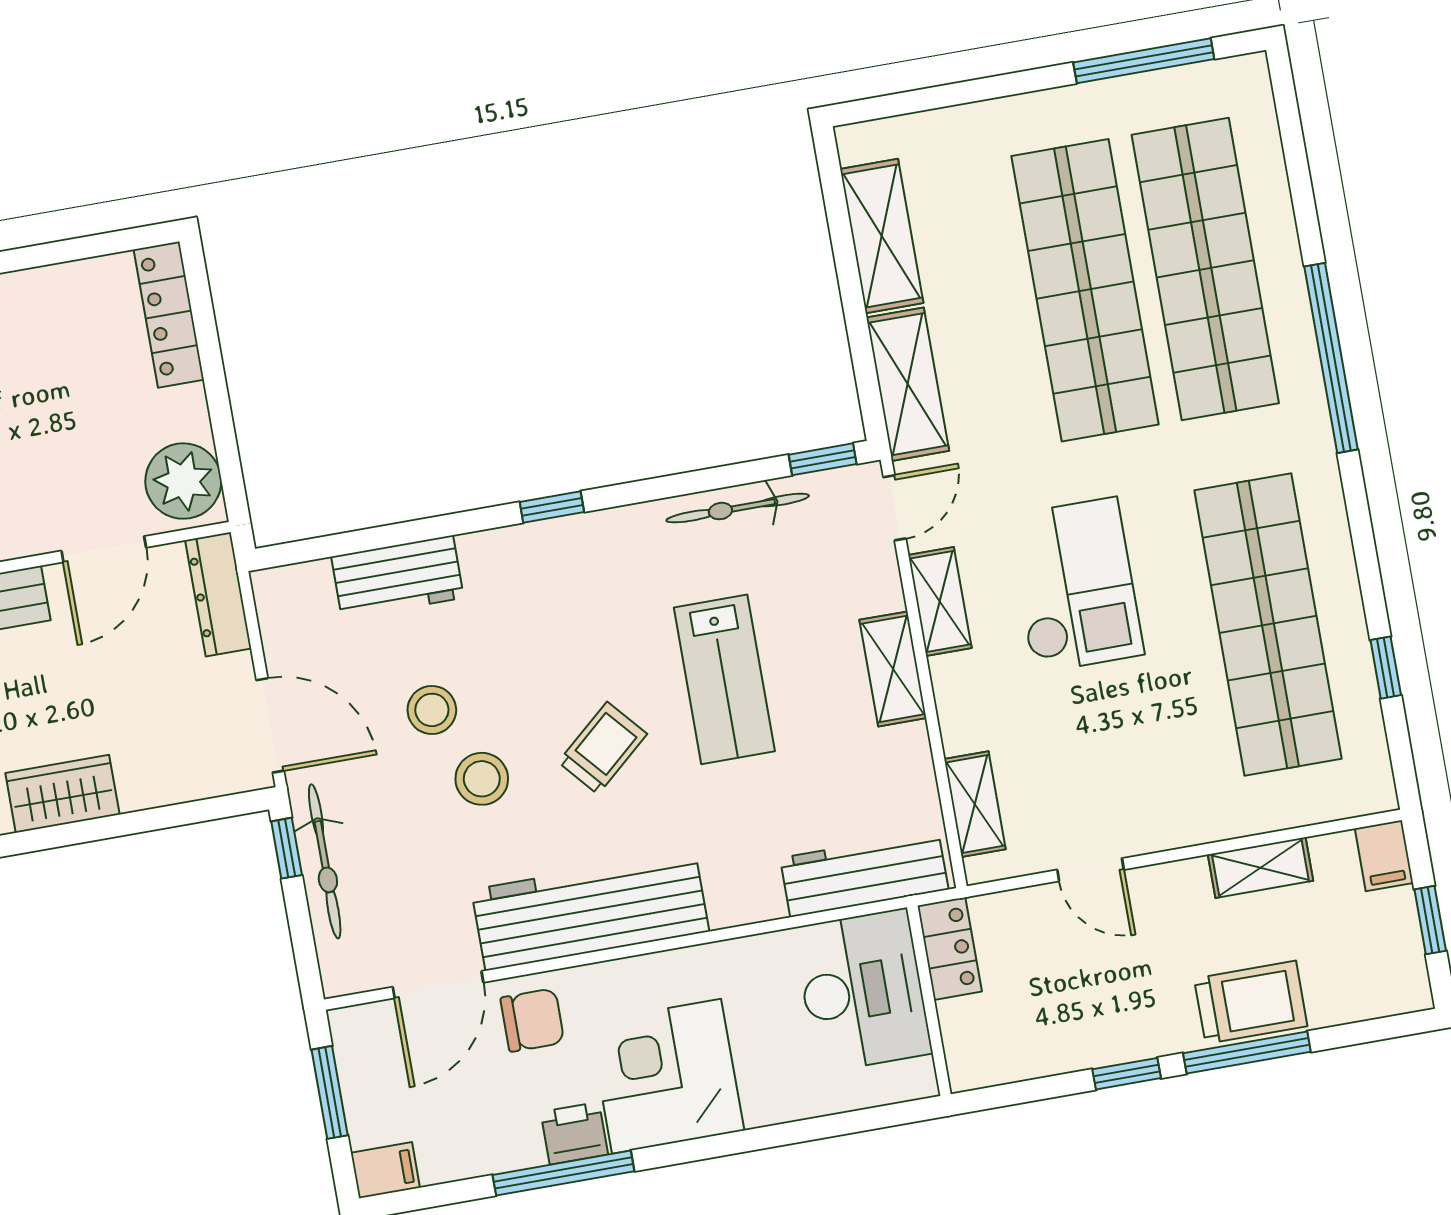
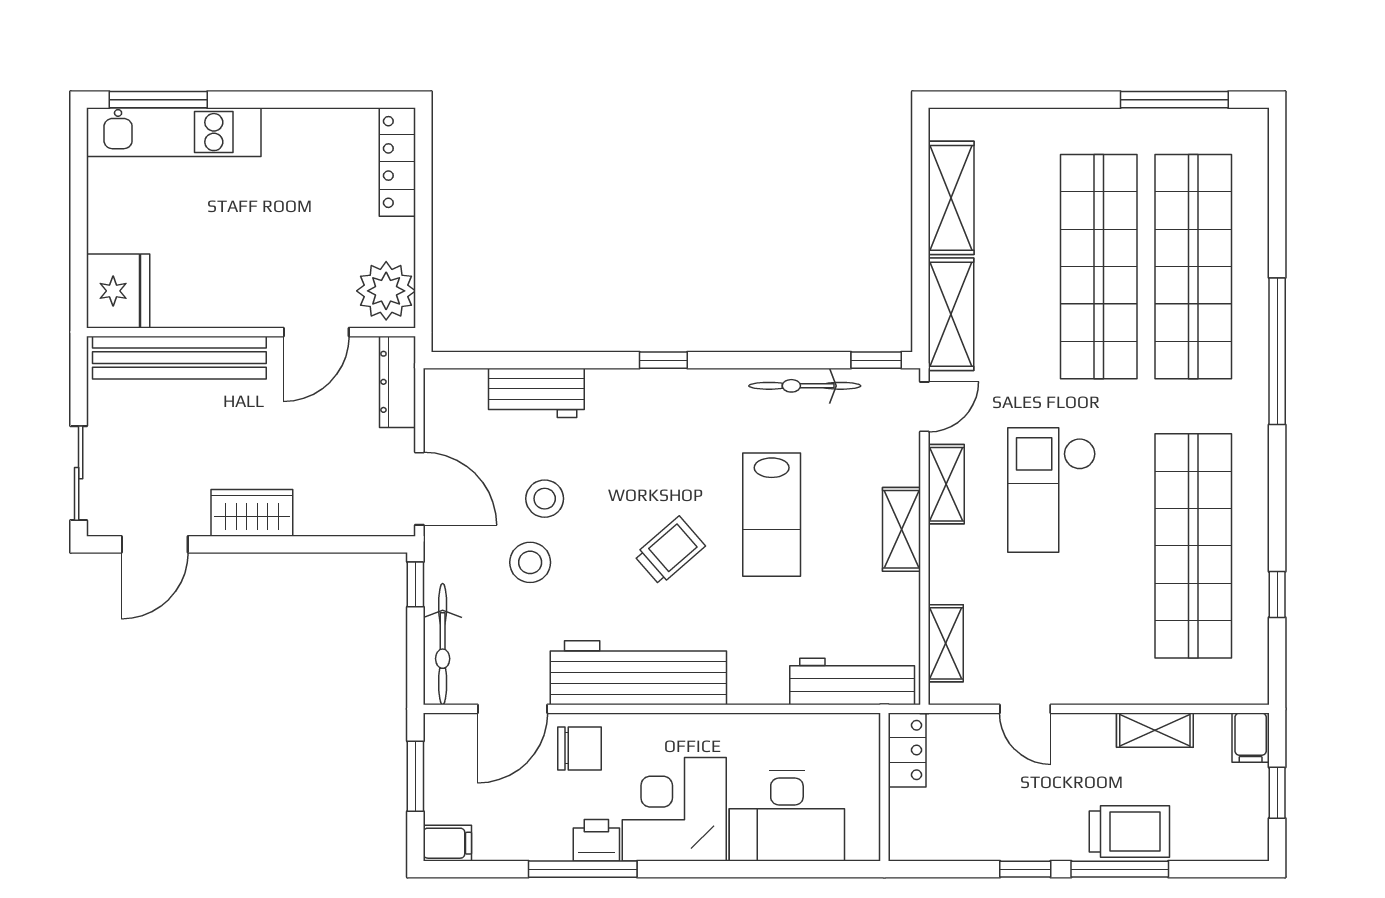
checkout: (1075, 585) -> (1052, 490), turned 180
stool: (482, 779) -> (530, 562), moved
bicycle: (325, 861) -> (443, 644), moved
desk: (863, 991) -> (787, 816), moved, turned 90

